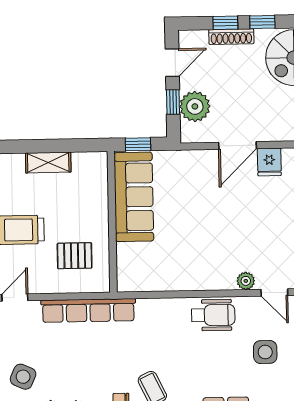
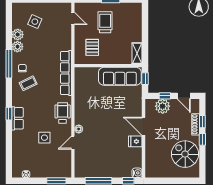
shelving: (48, 162) -> (137, 53), moved
row of seats: (88, 310) -> (66, 73), moved
wheelchair: (213, 315) -> (63, 113), turned 180

